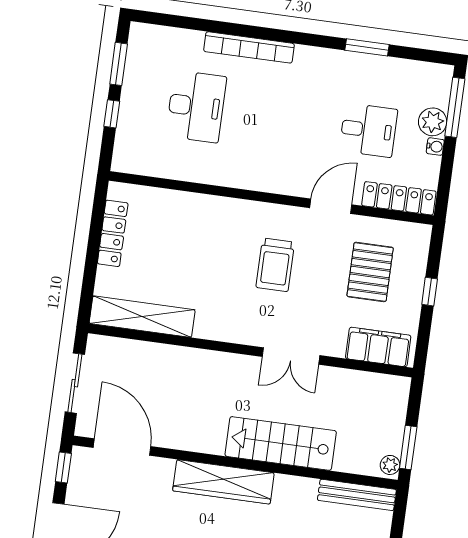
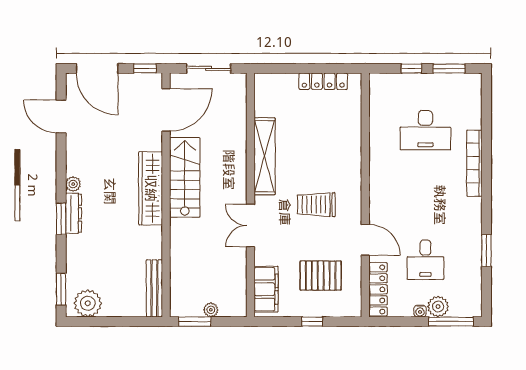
shelving: (142, 317) -> (265, 156), moved
stairs: (281, 443) -> (185, 177), moved
plant: (390, 465) -> (211, 310), moved

